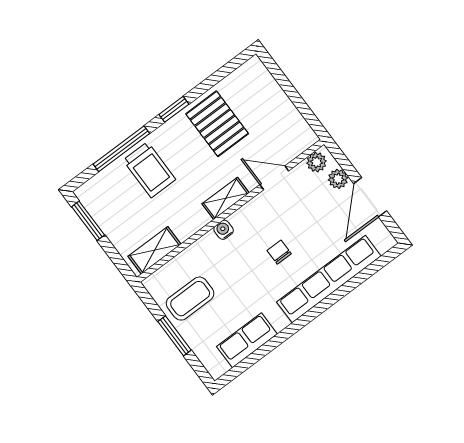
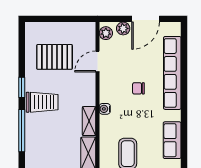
pallet: (217, 124) -> (55, 57), moved
trolley: (149, 170) -> (42, 102), moved
door: (370, 197) -> (146, 19), hinge flipped
shelving: (226, 198) -> (89, 121), moved

